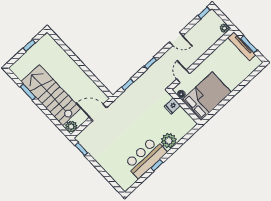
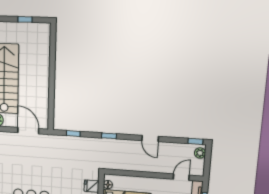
plant: (225, 28) -> (200, 153), moved
door: (183, 76) -> (181, 177), moved

